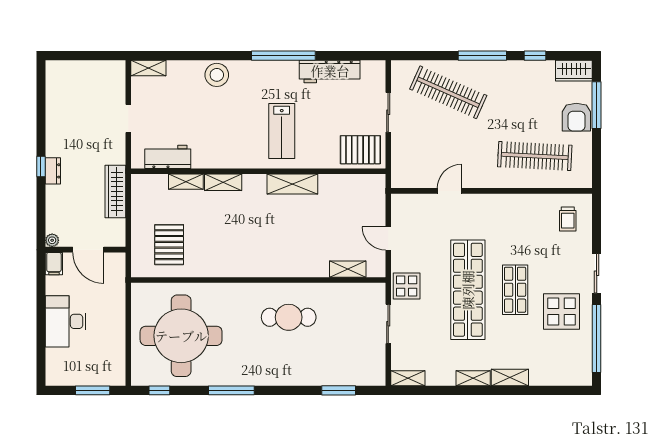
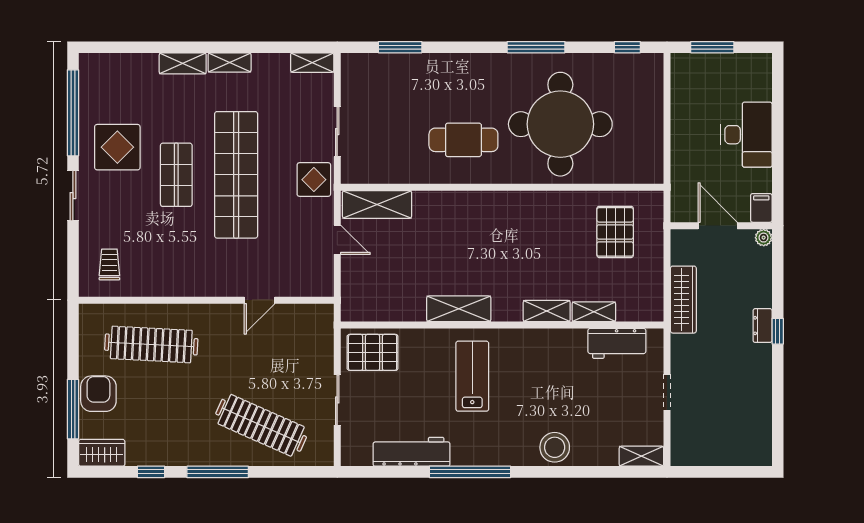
shelving: (348, 269) -> (377, 204), width x1.50, depth x1.33
round table: (181, 336) -> (560, 124), moved

